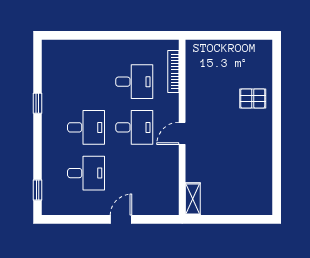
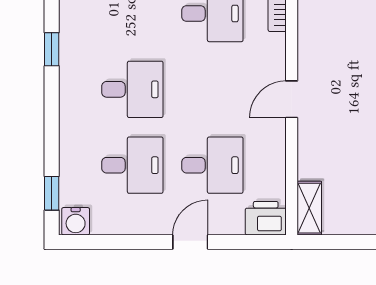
desk: (134, 127) -> (212, 165), moved
printer: (166, 205) -> (266, 218), added
water cooler: (52, 207) -> (76, 221), added

